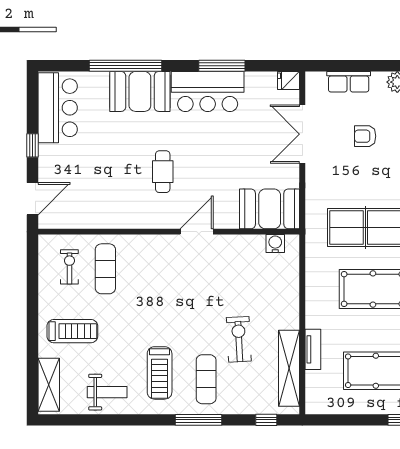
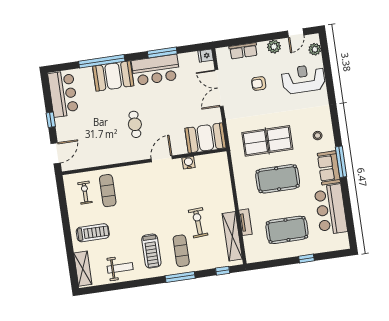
water cooler: (275, 244) -> (189, 163), moved

